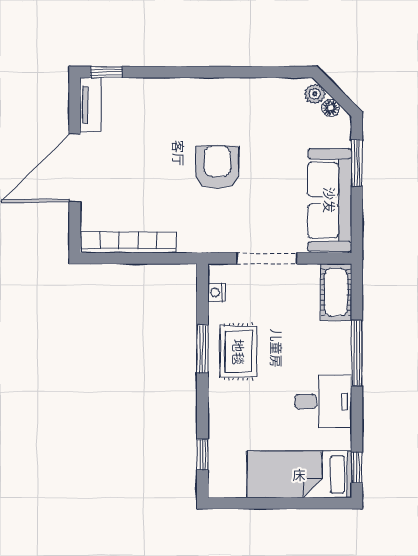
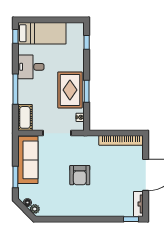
rug: (239, 352) -> (70, 90), width x1.36, depth x1.43

